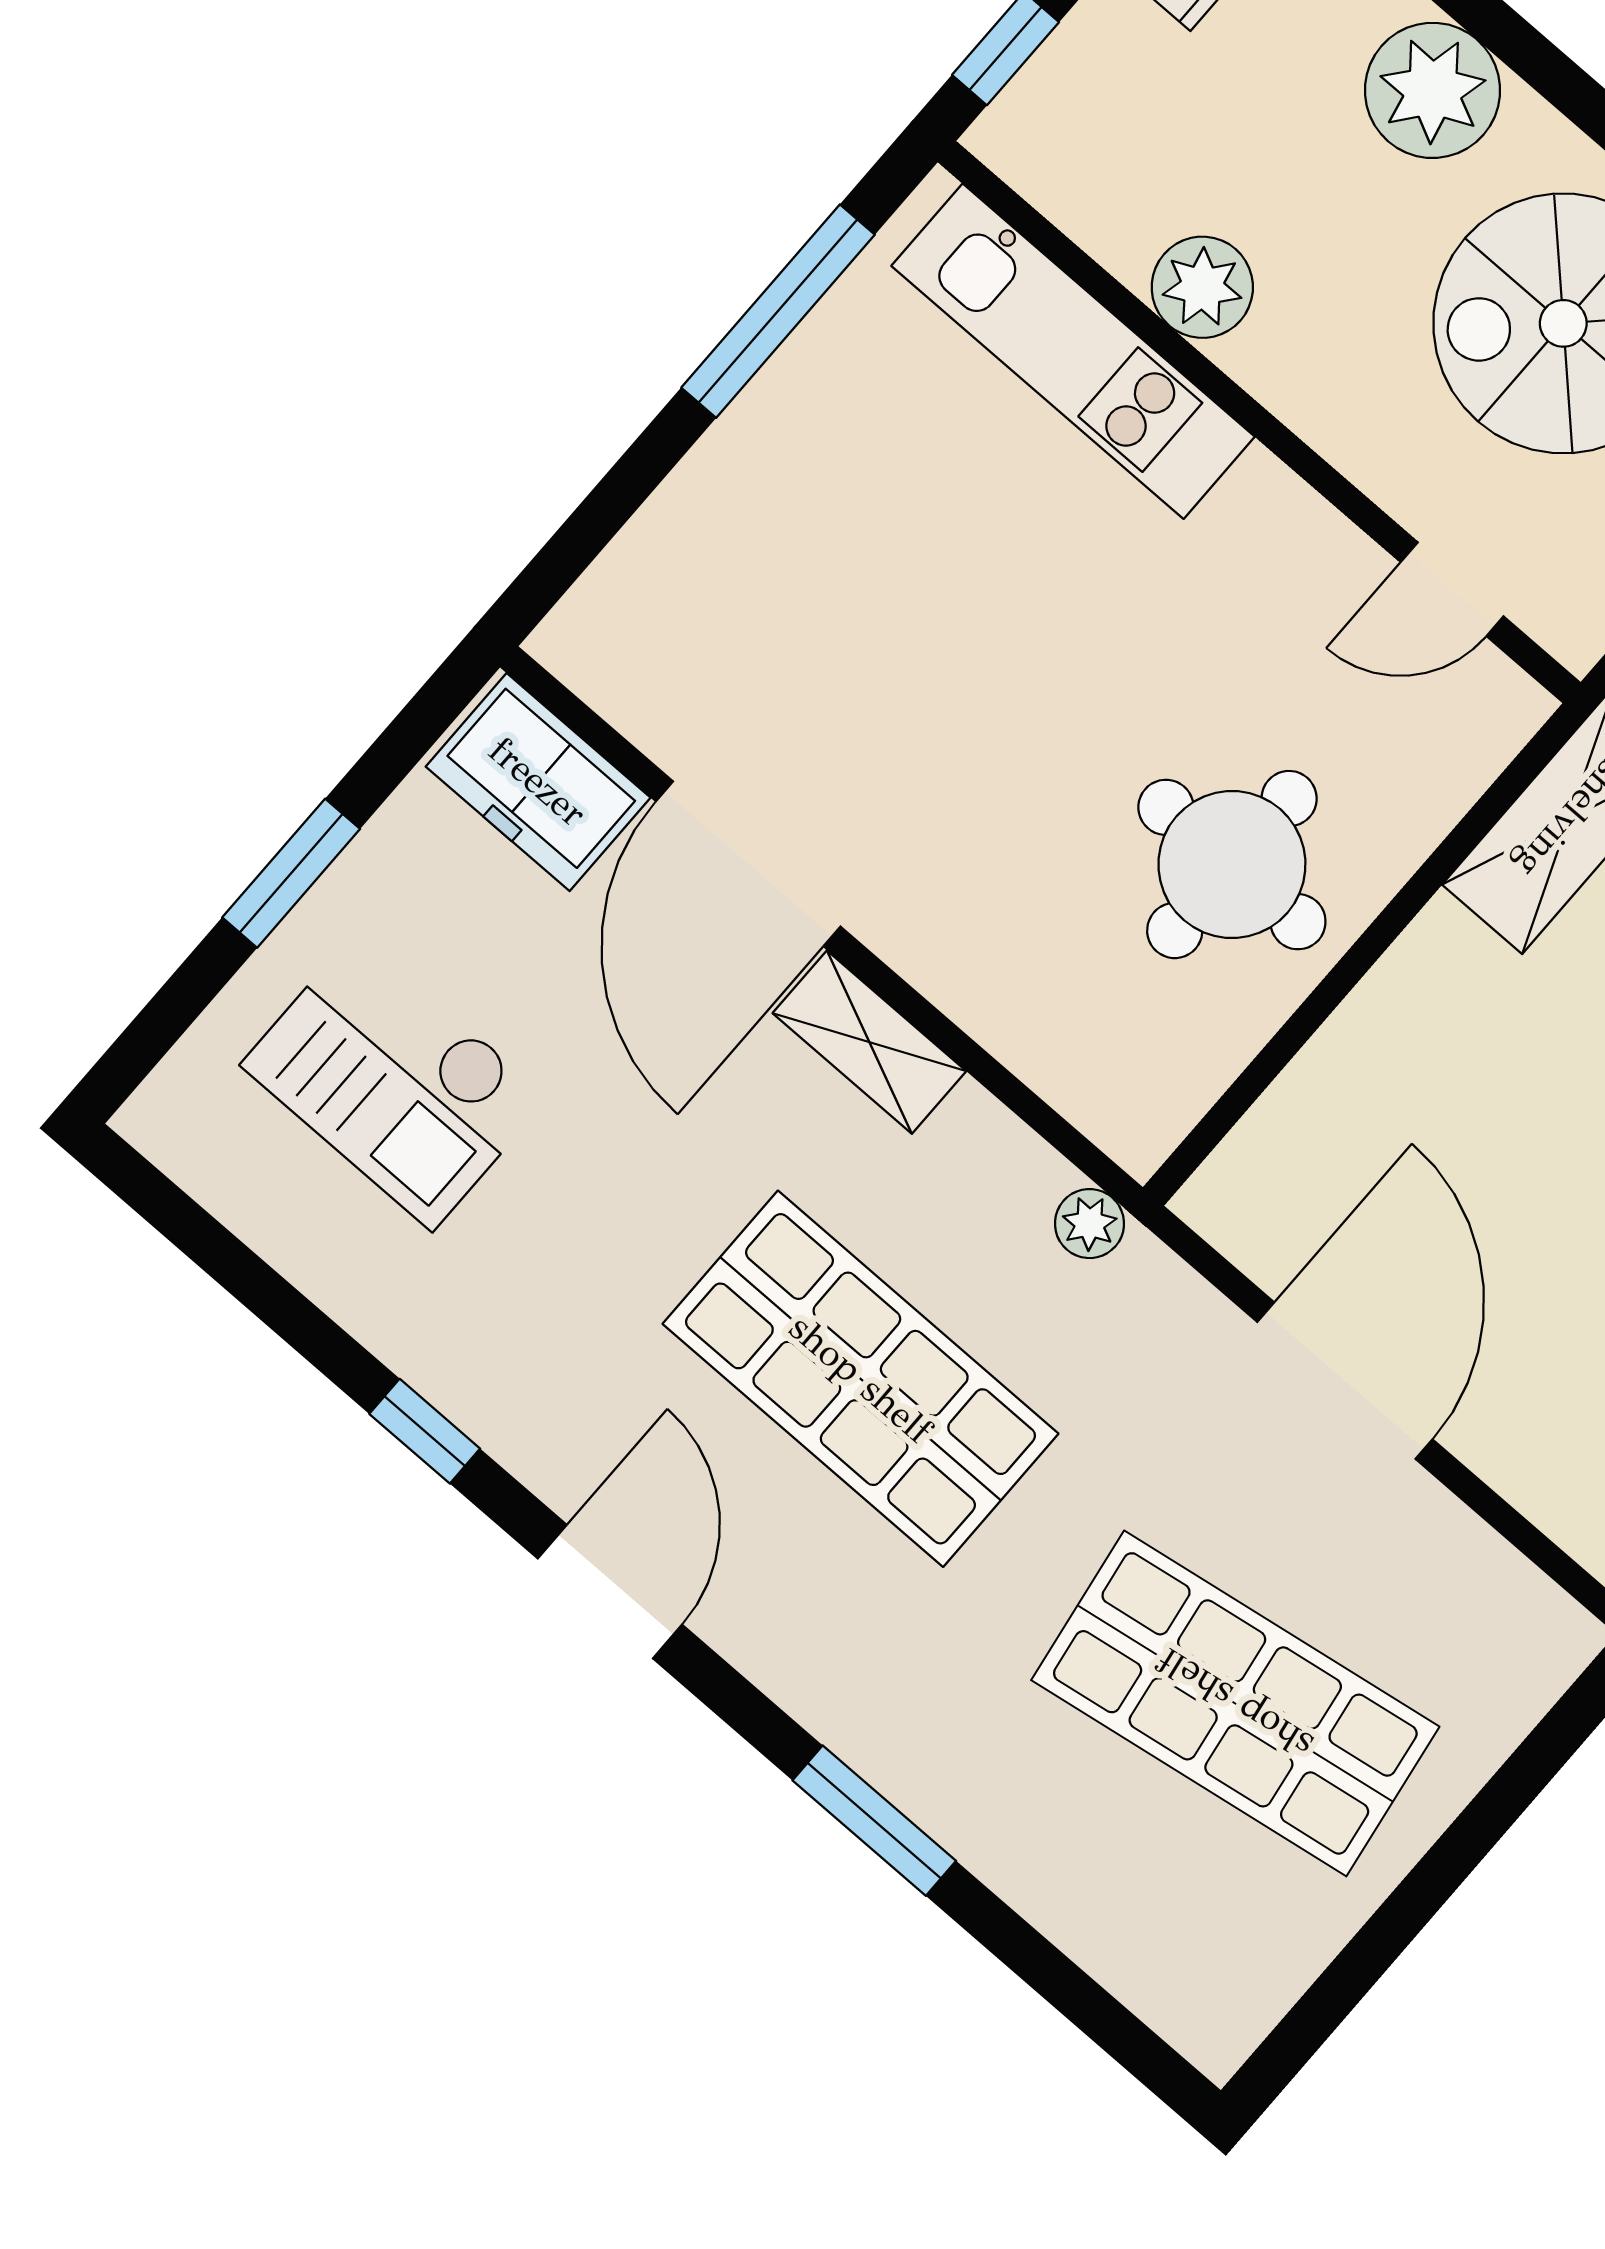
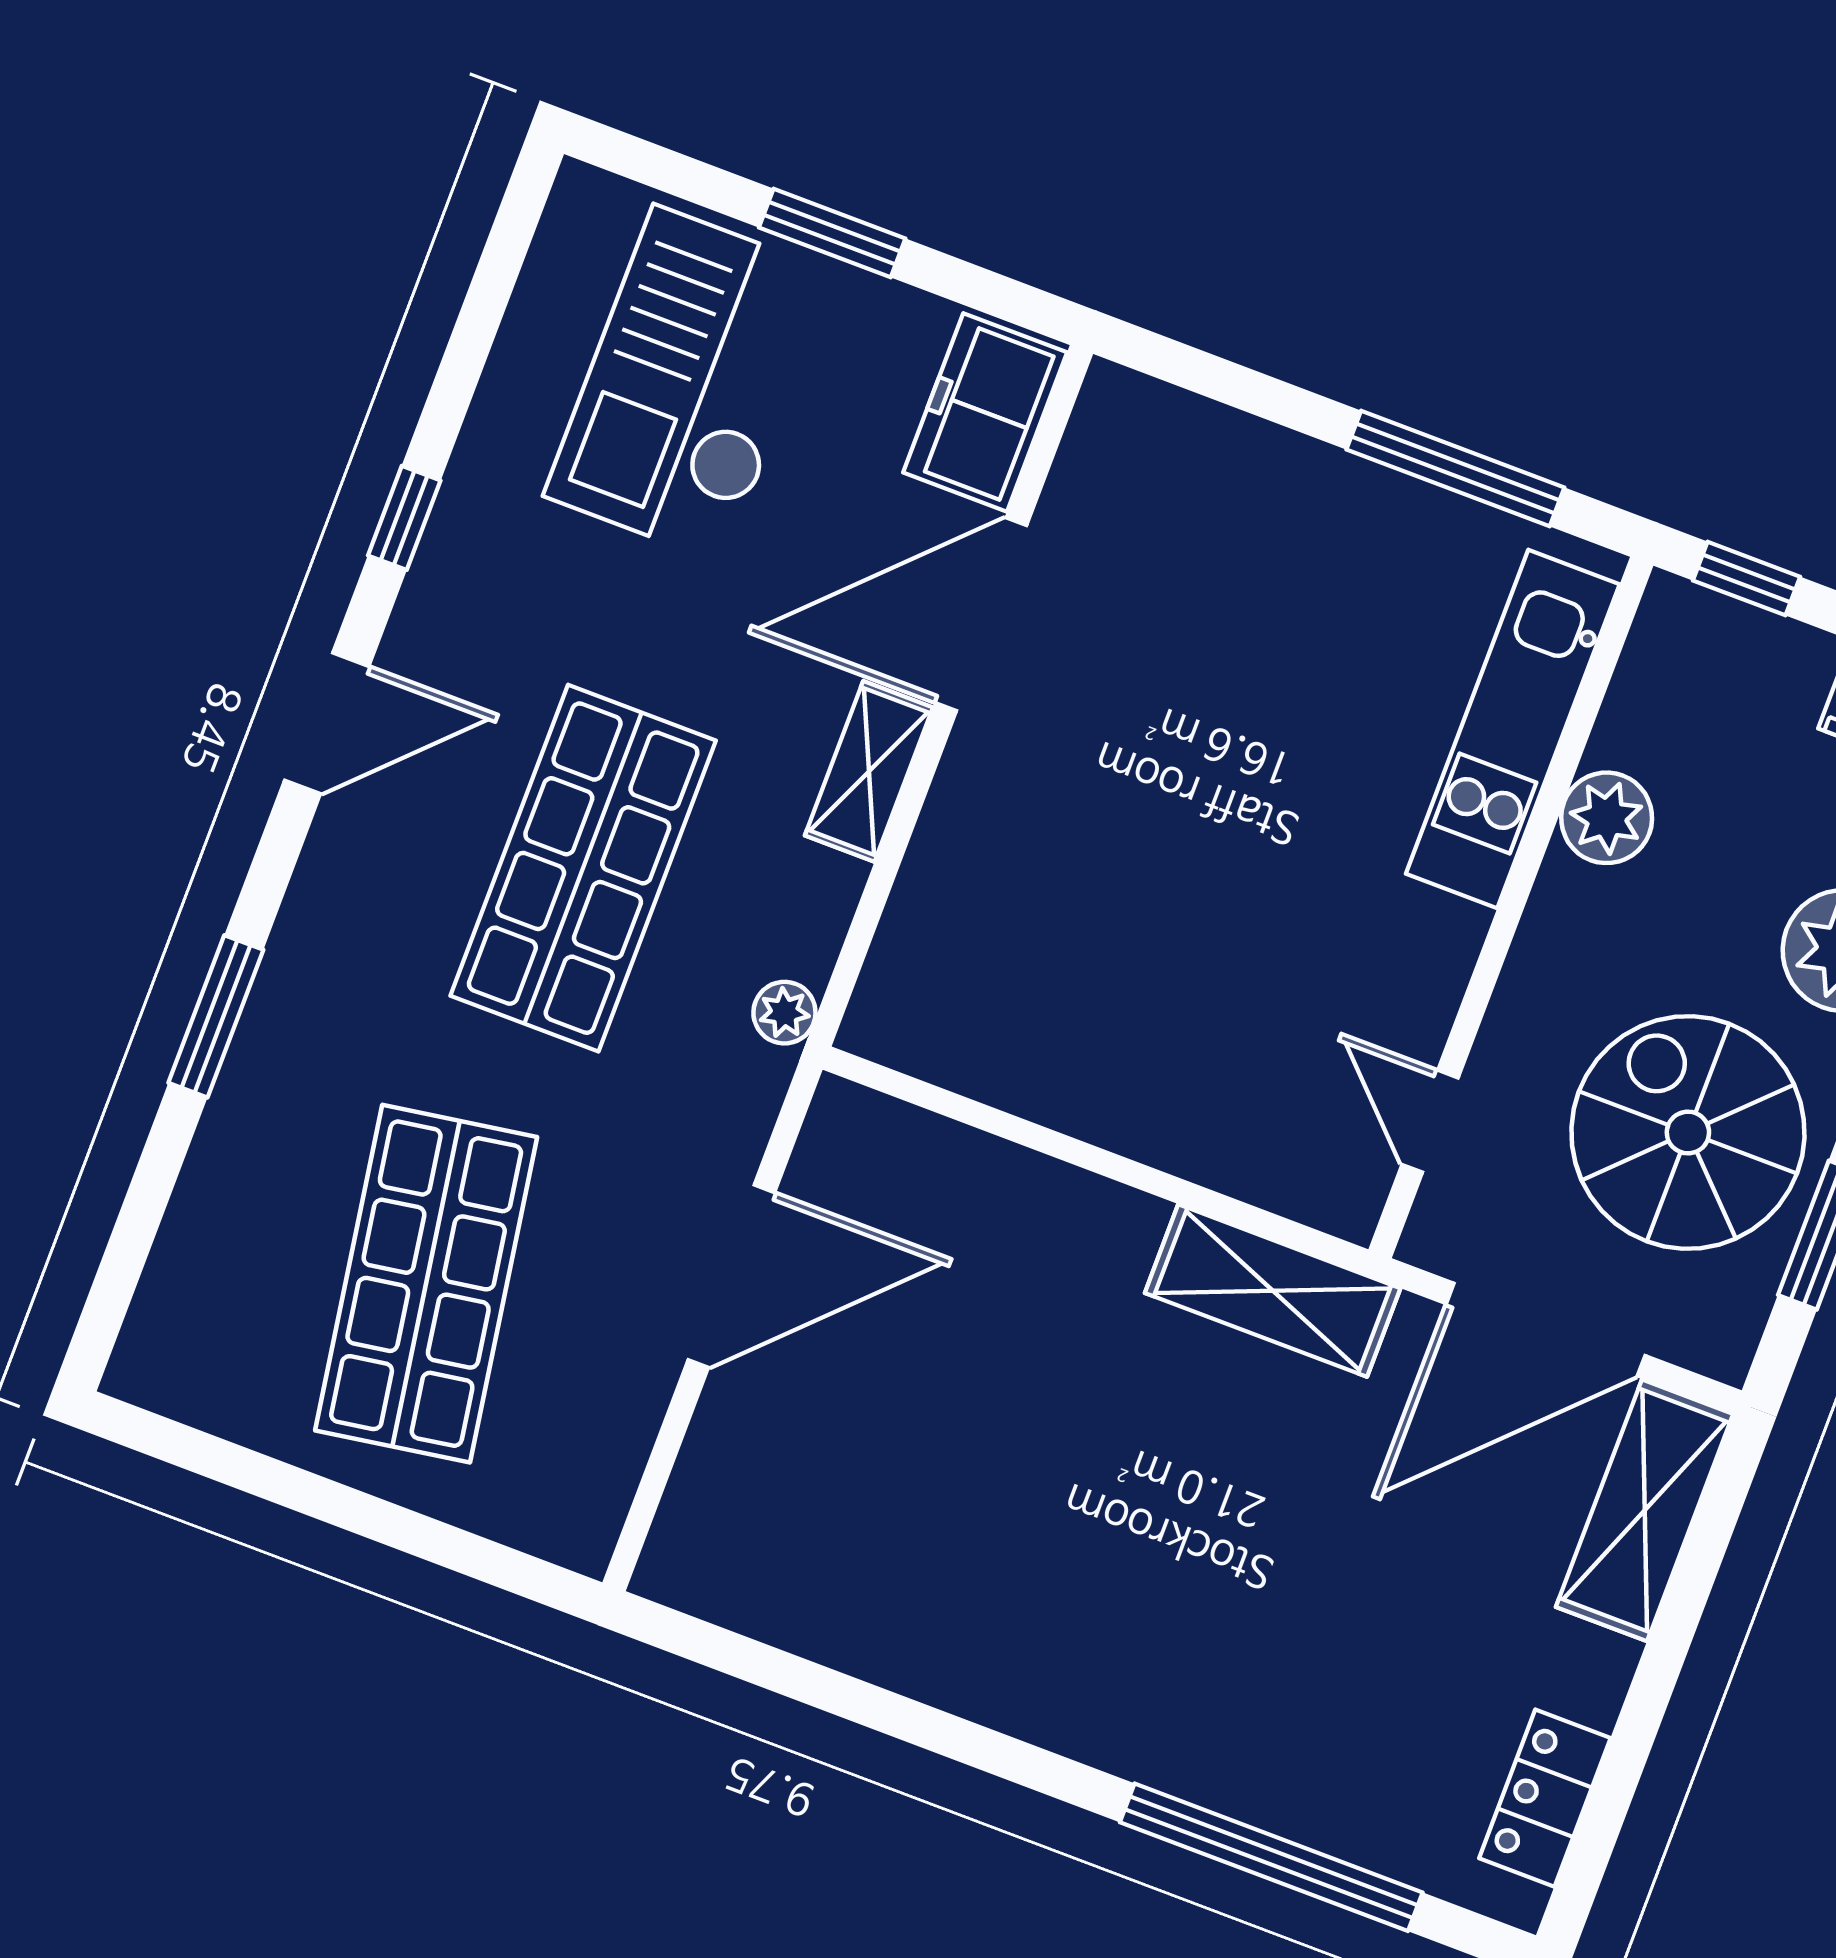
round table: (1232, 865) -> (1130, 1021), removed
checkout: (395, 1081) -> (689, 384), width x1.36, depth x1.21

